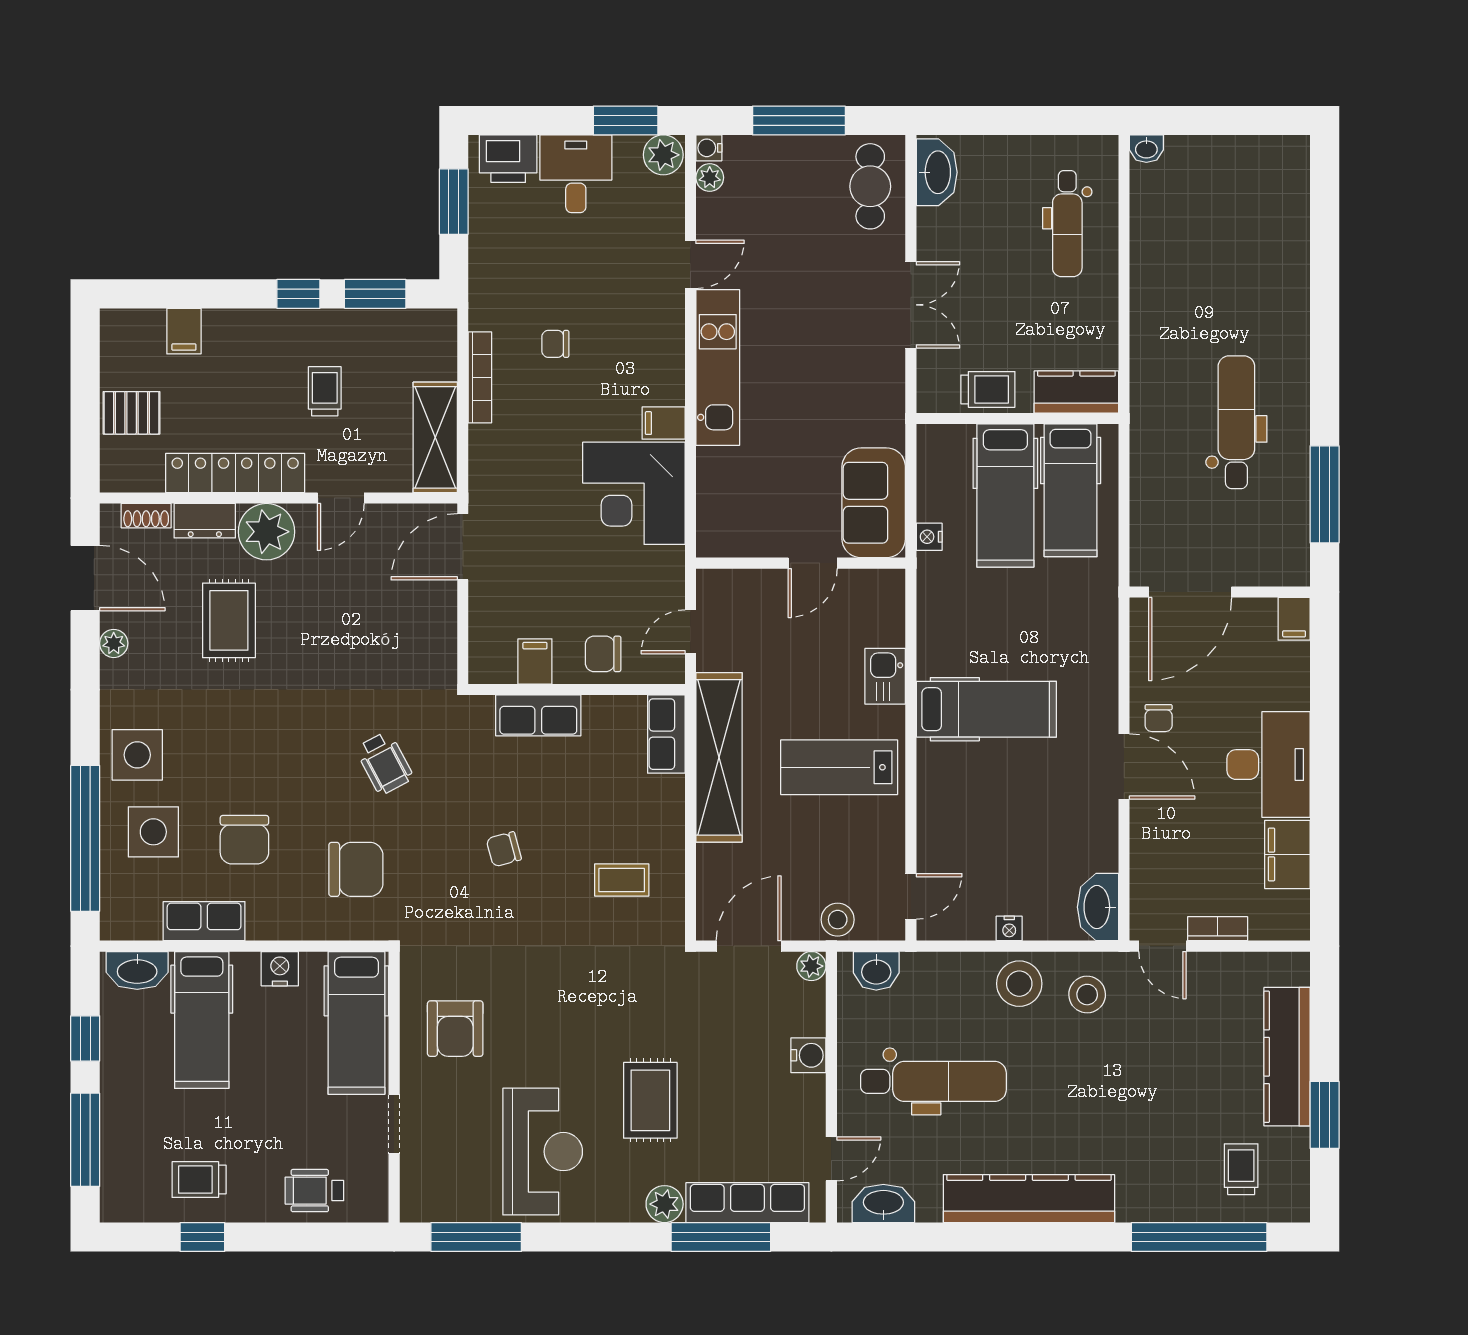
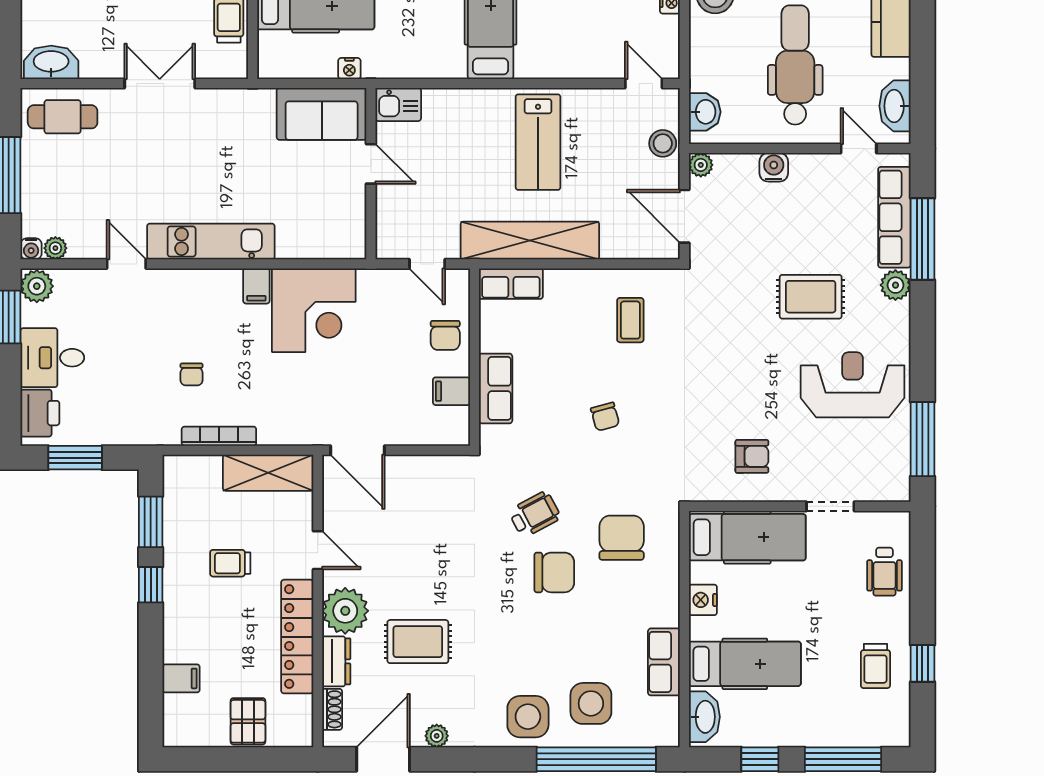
kitchen sink: (885, 676) -> (398, 104), moved
chair: (244, 840) -> (554, 572), moved
armchair: (455, 1029) -> (752, 456), width x0.72, depth x0.72

